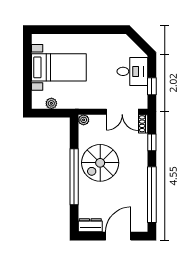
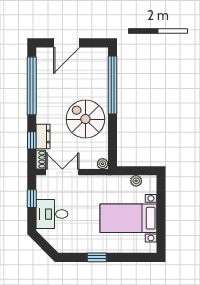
window: (89, 30) -> (97, 257), added
spiral stairs: (100, 163) -> (85, 119), turned -90
window: (74, 177) -> (112, 85), moved
dresser: (90, 225) -> (43, 136), moved, turned -90

